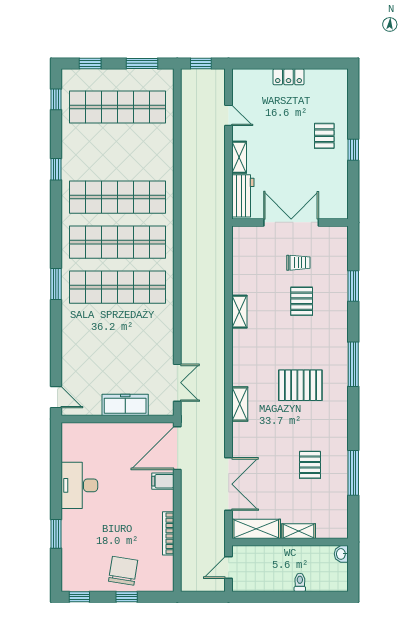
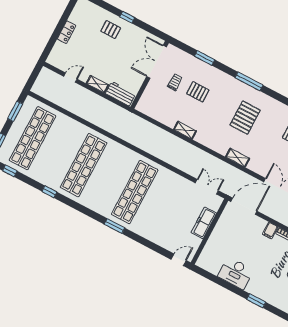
window: (201, 63) -> (33, 78), removed
double door: (291, 222) -> (157, 62), moved
shop shelf: (117, 242) -> (109, 179), removed
door: (177, 448) -> (244, 206), swing flipped
filing cabinet: (163, 481) -> (270, 231), moved

